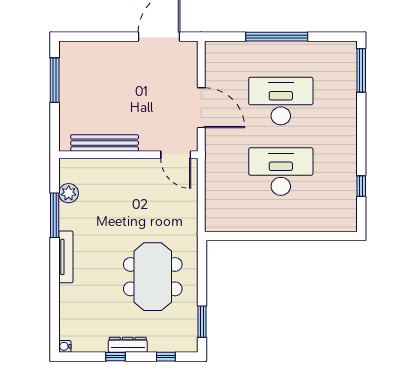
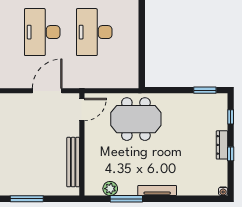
meeting table: (153, 277) -> (136, 119), moved

